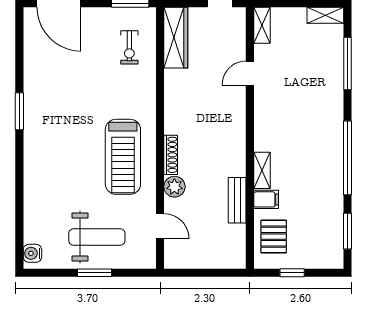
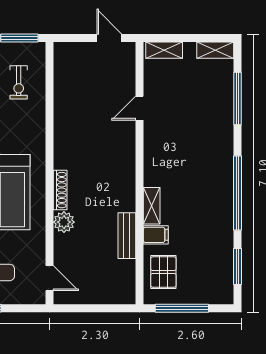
shelving: (262, 25) -> (164, 50), moved, turned 90
wardrobe: (176, 38) -> (65, 73), removed
door: (160, 226) -> (49, 278), moved
window: (292, 273) -> (182, 308), width x2.17

